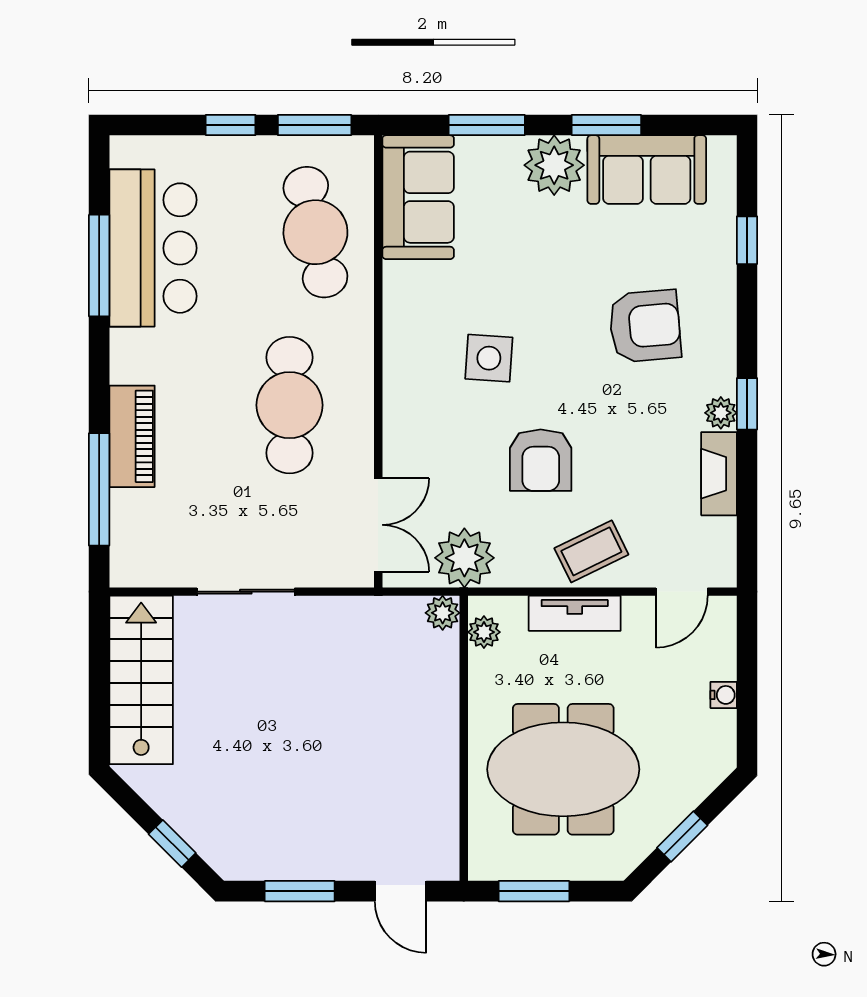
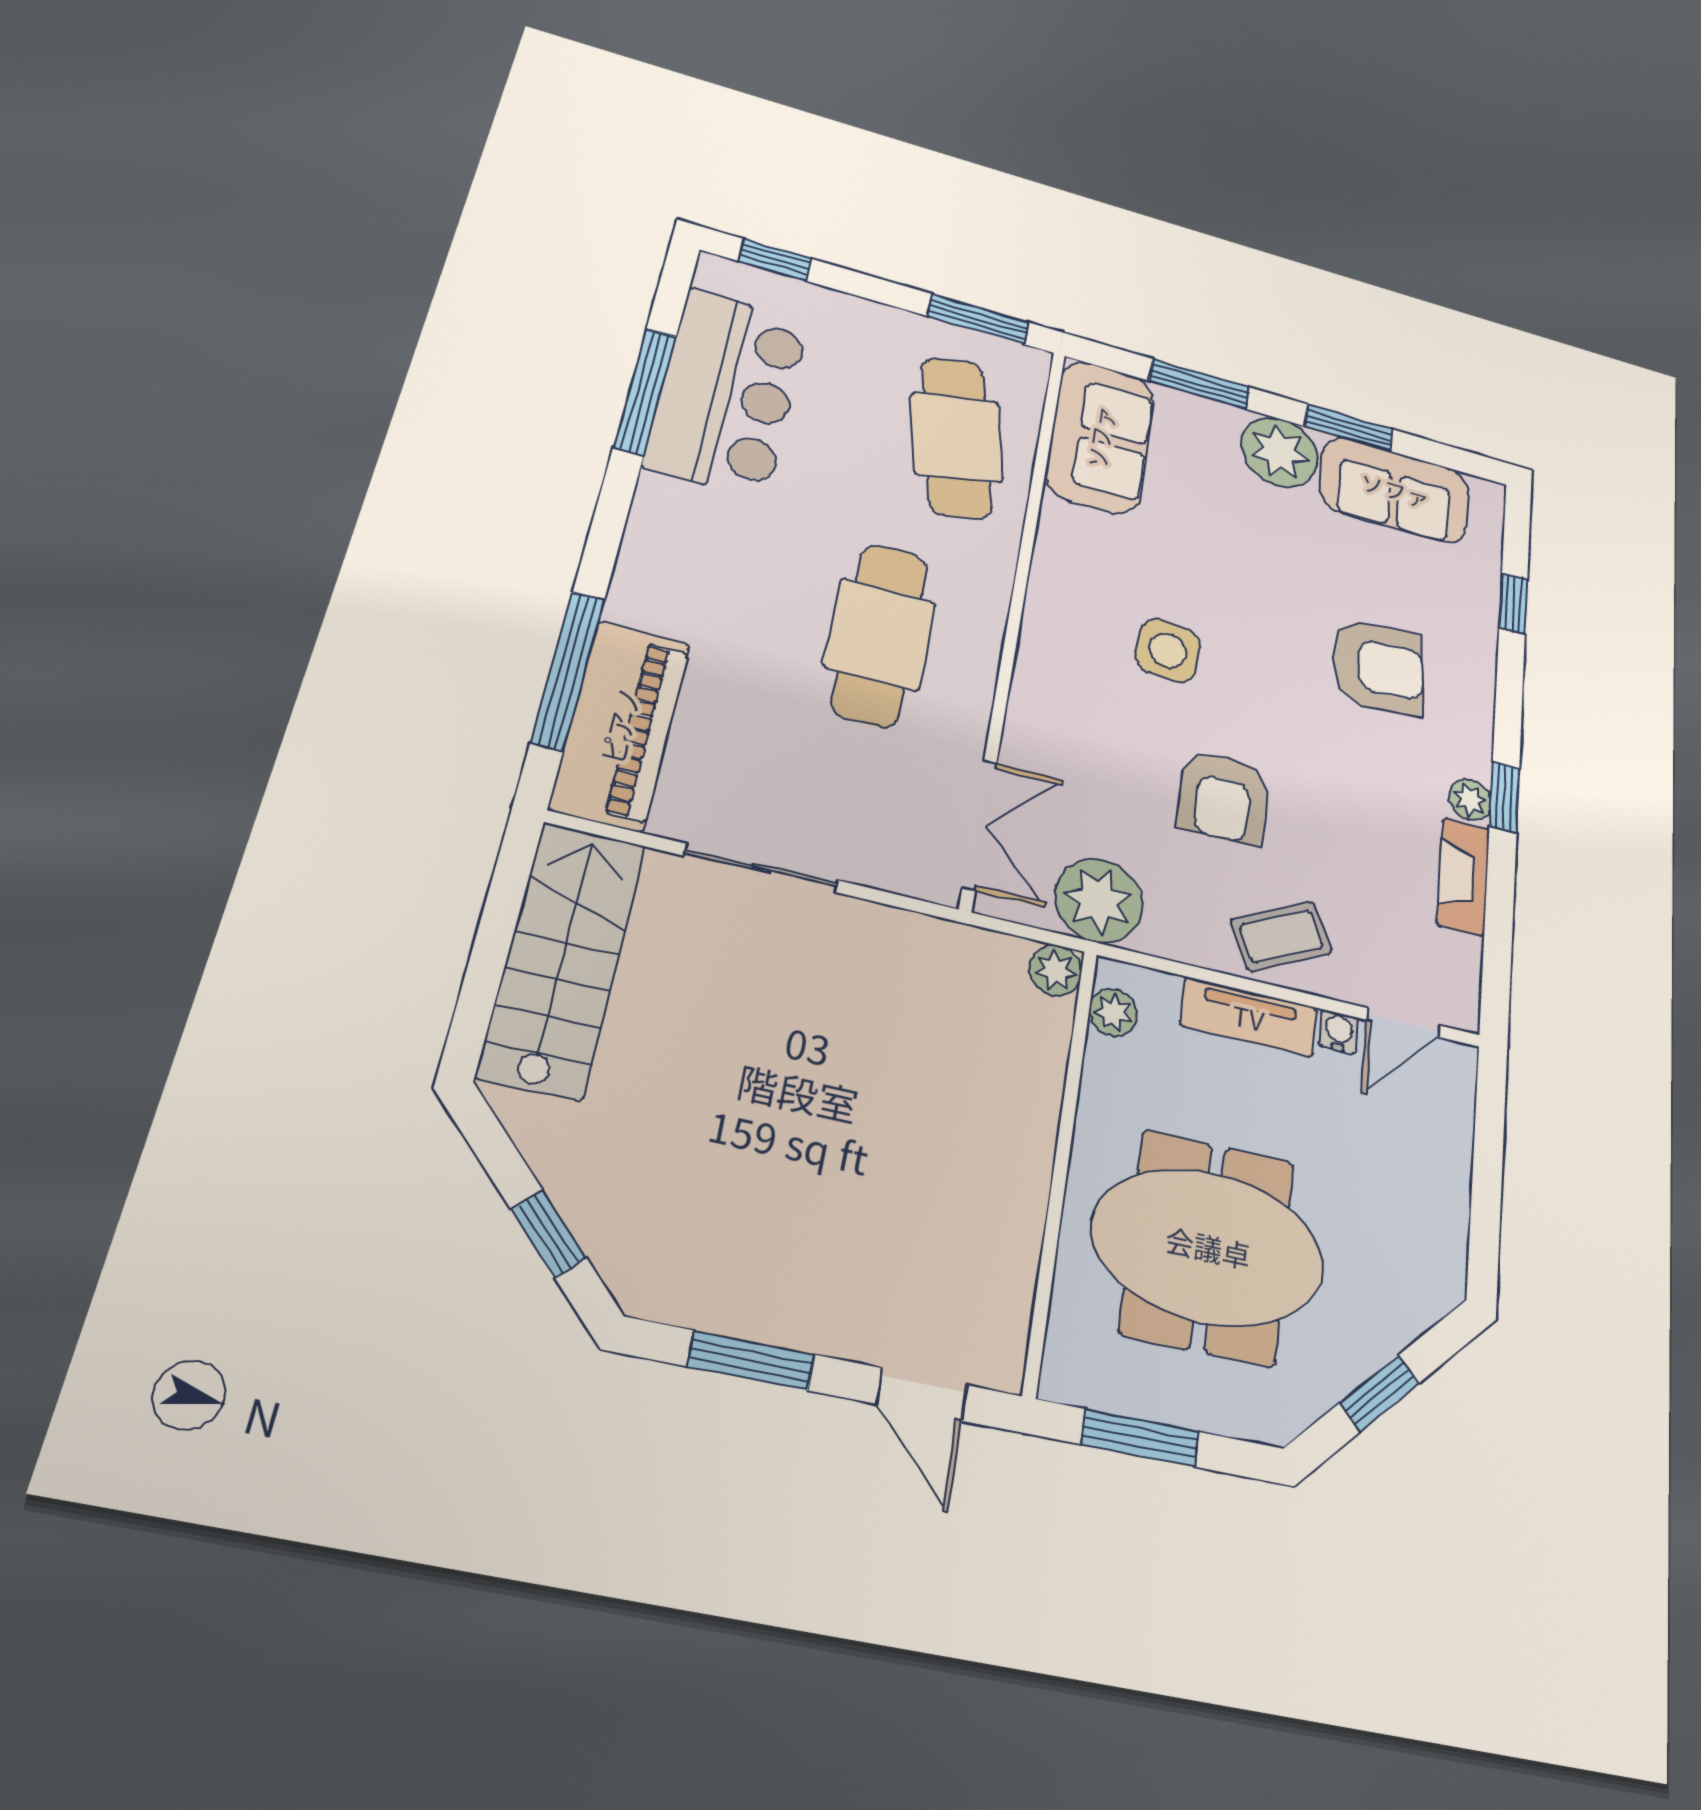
window: (231, 125) -> (775, 260), moved
piano: (132, 436) -> (620, 725), moved, width x1.37, depth x1.33
water cooler: (724, 695) -> (1339, 1032), moved, turned -90

